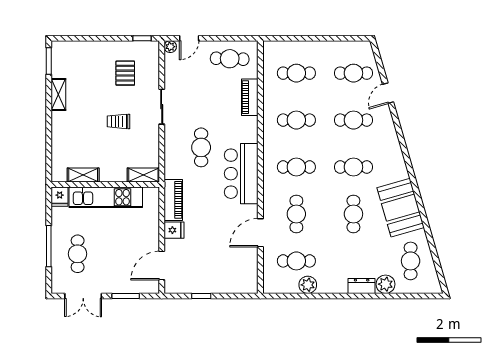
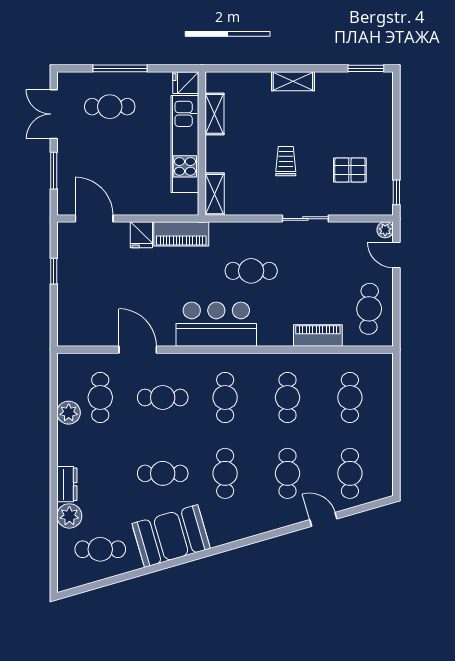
shelving: (58, 94) -> (293, 81), moved

